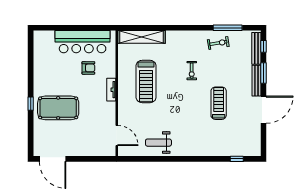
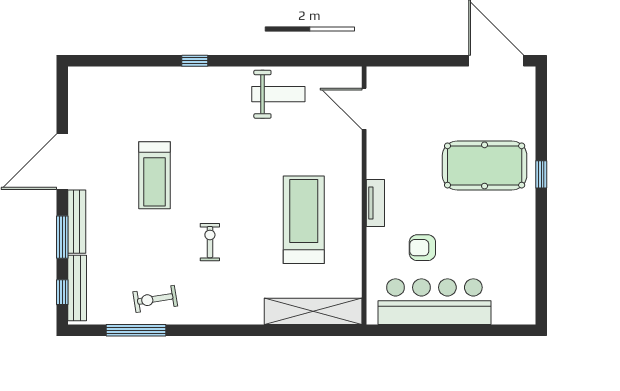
window: (237, 159) -> (195, 61), moved

